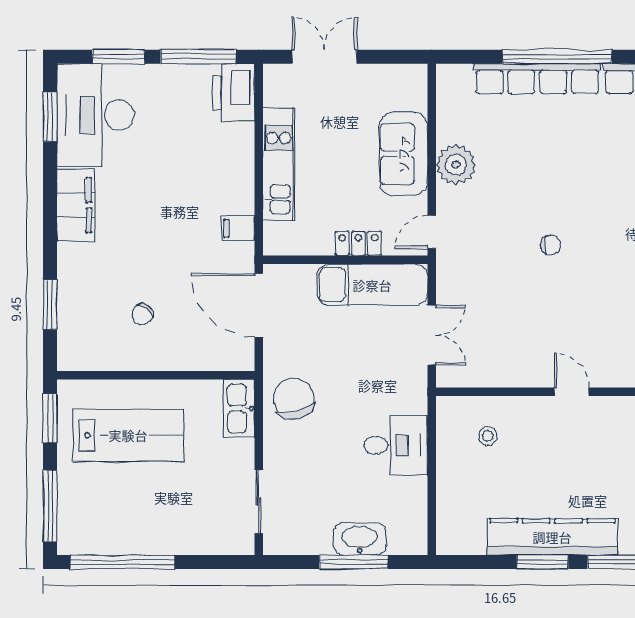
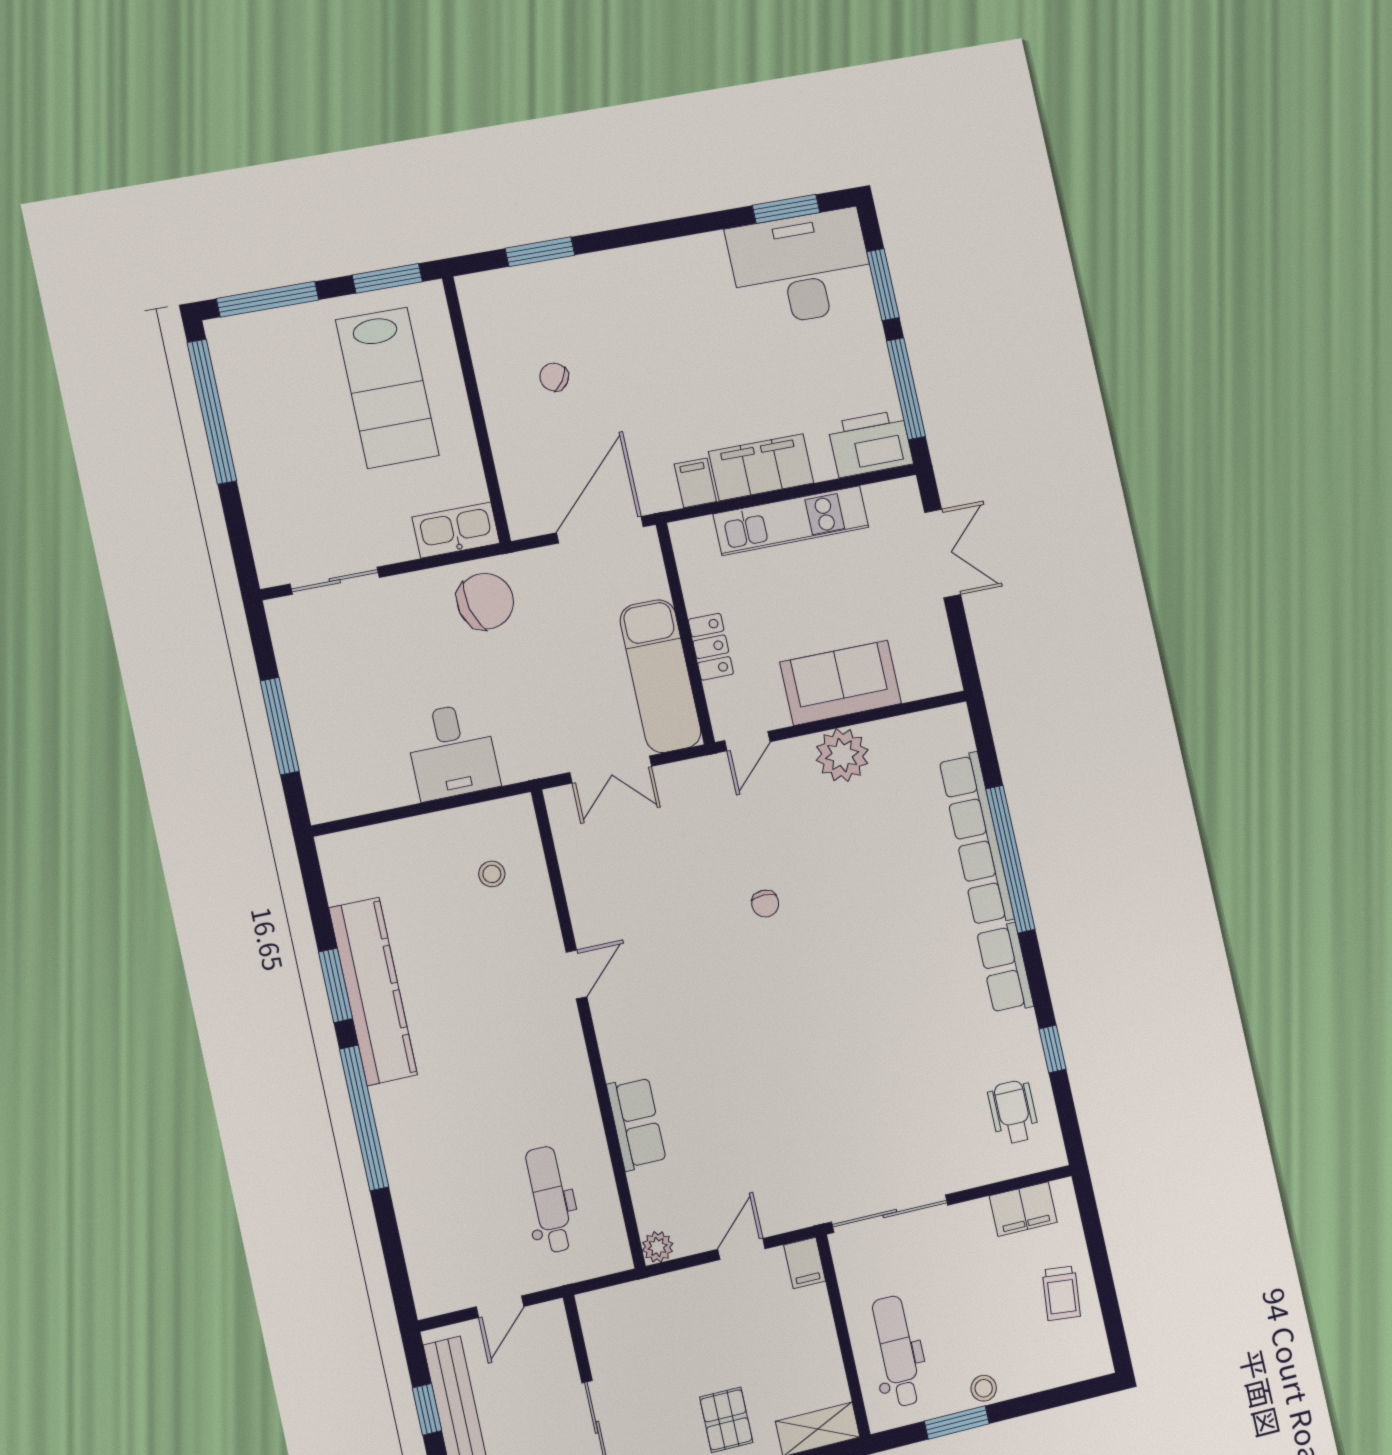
filing cabinet: (76, 205) -> (761, 467), moved, turned 180
door: (432, 232) -> (747, 741), swing flipped
washbasin: (360, 539) -> (313, 728), removed

